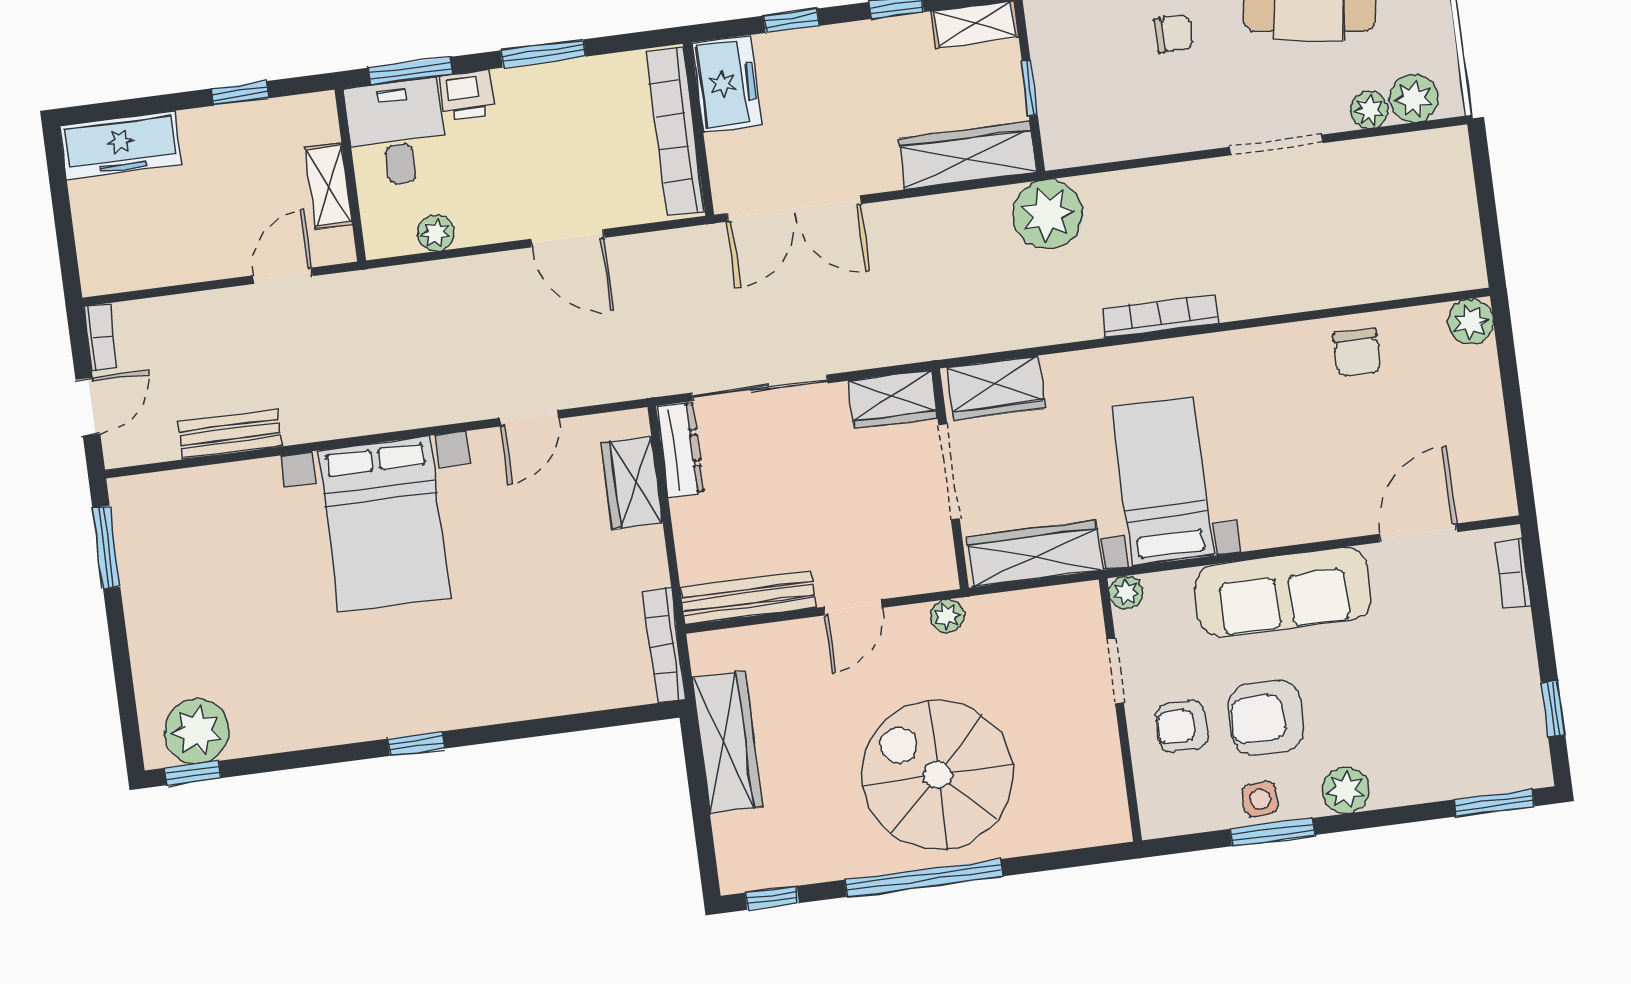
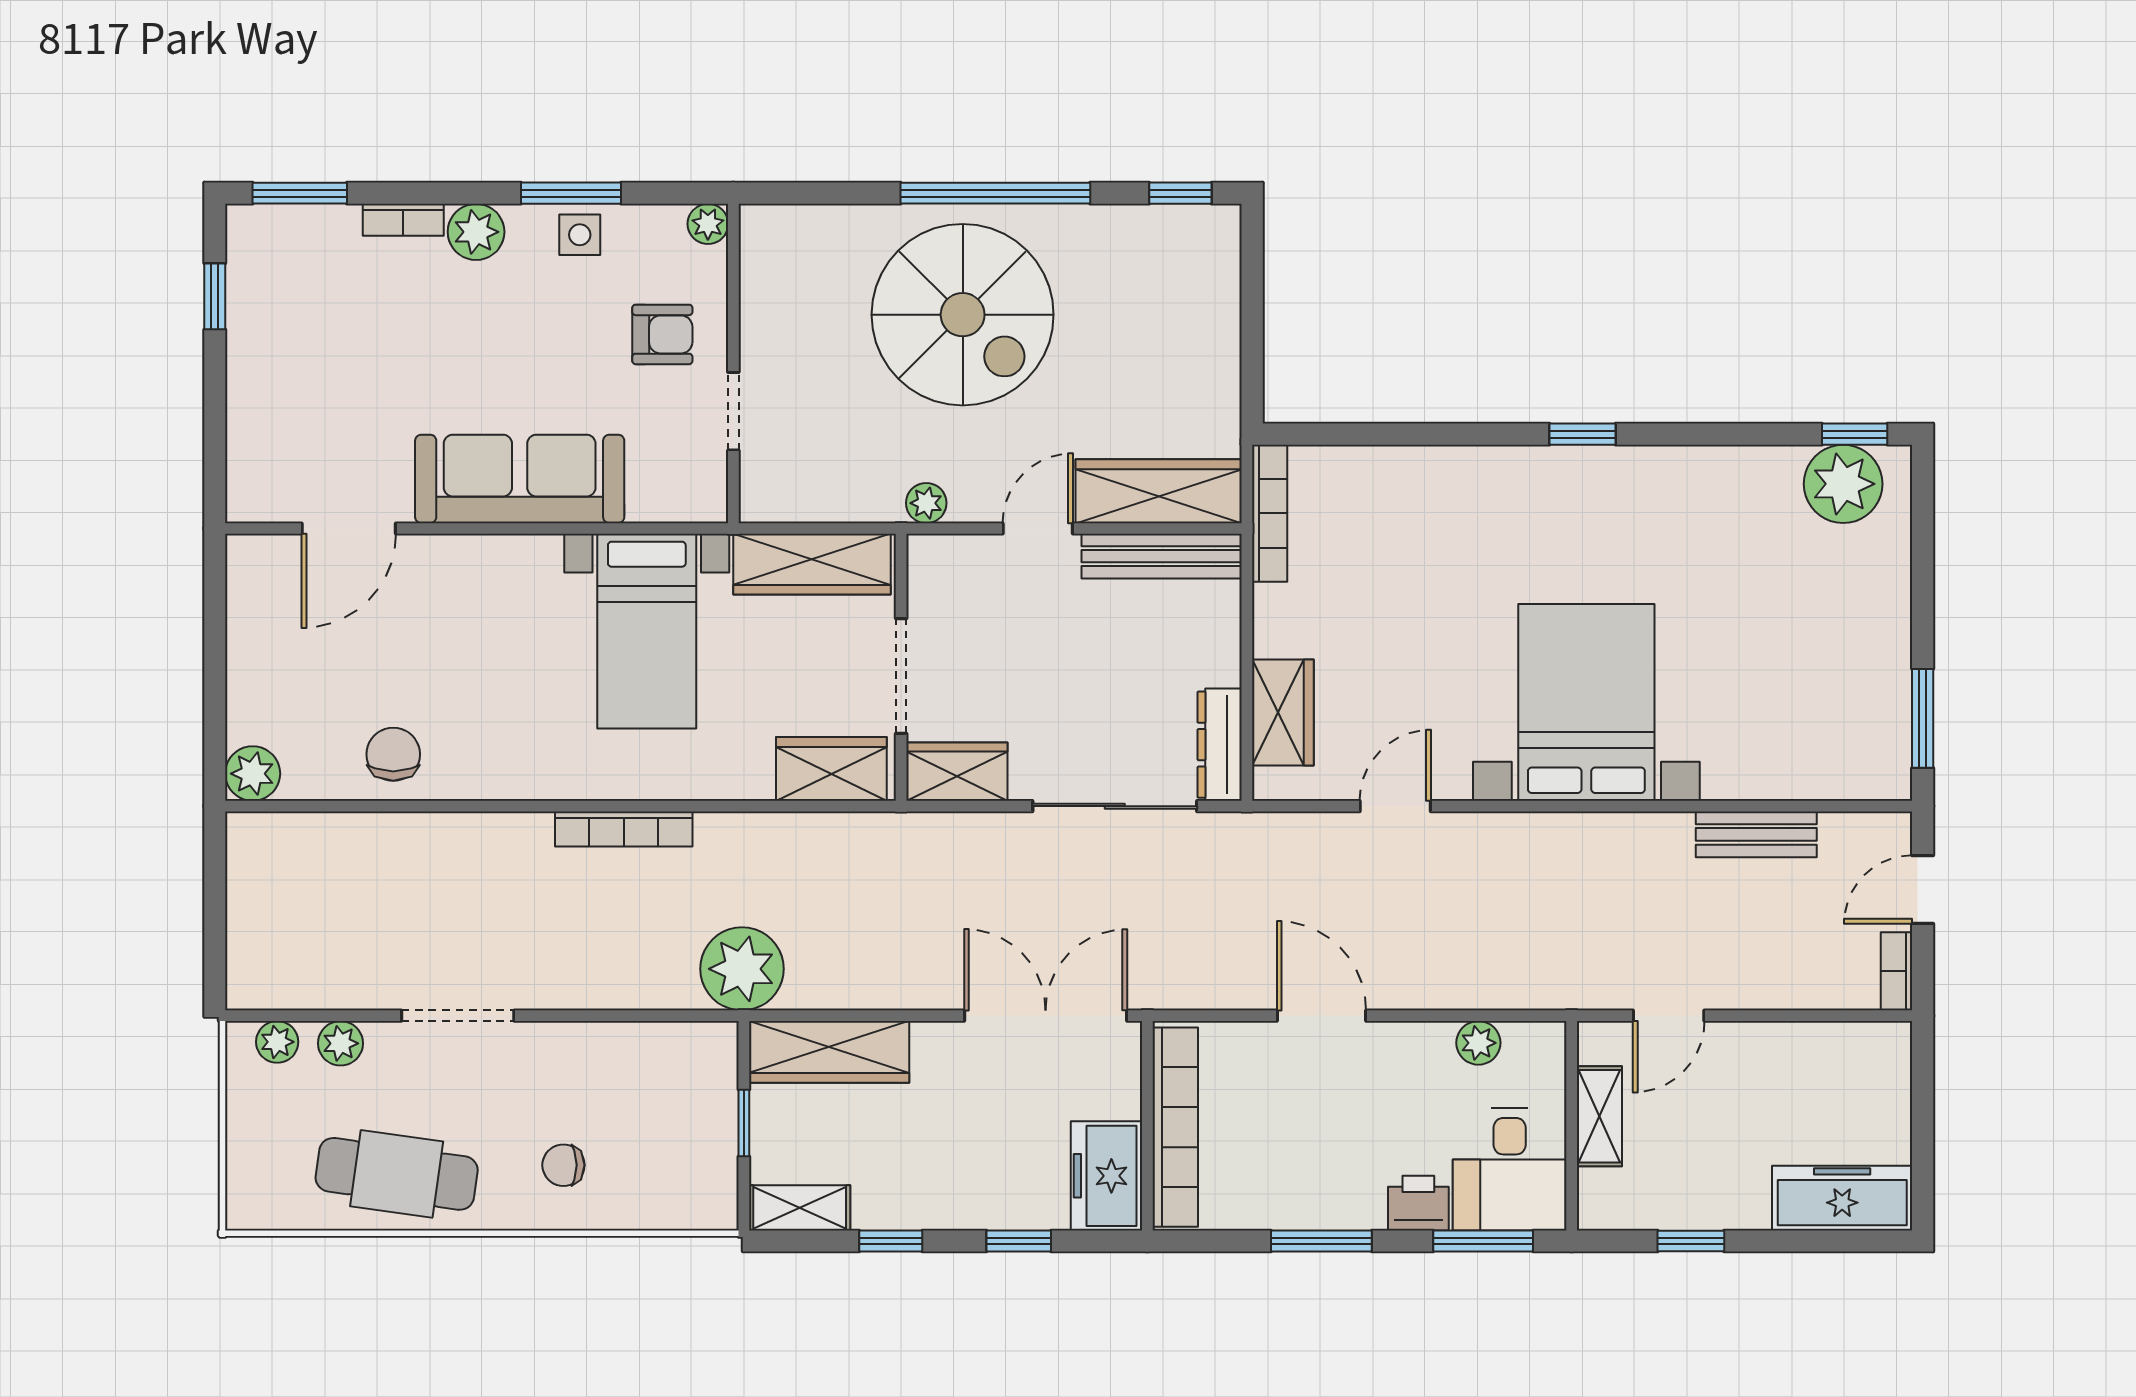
plant: (1414, 98) -> (277, 1042), width x0.73, depth x0.73
bookcase: (1513, 574) -> (403, 220), moved, turned 90
plant: (1126, 593) -> (708, 224), moved
armchair: (1266, 718) -> (560, 331), removed
wardrobe: (727, 743) -> (1159, 491), moved, turned 90

